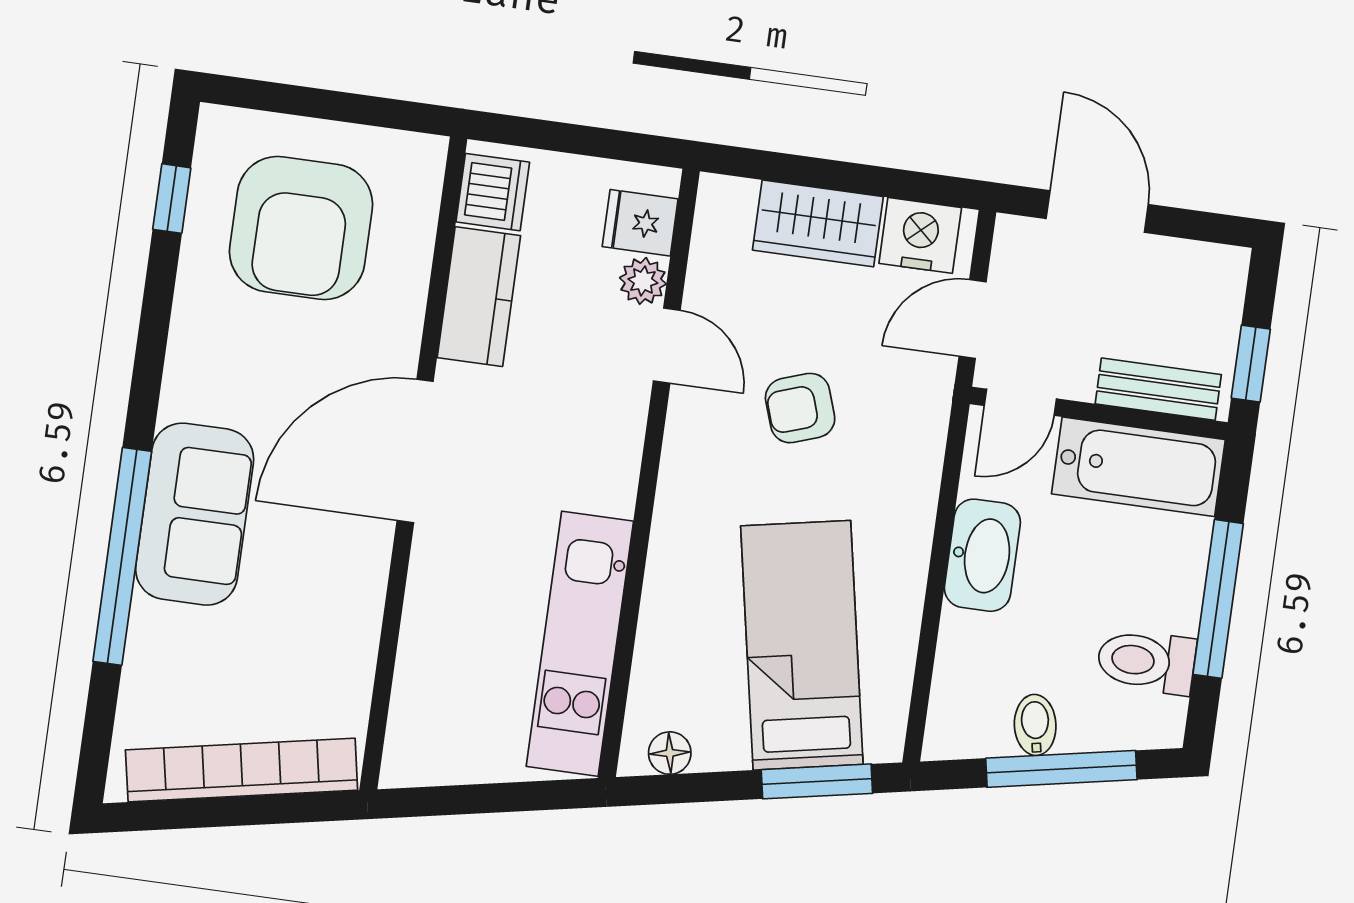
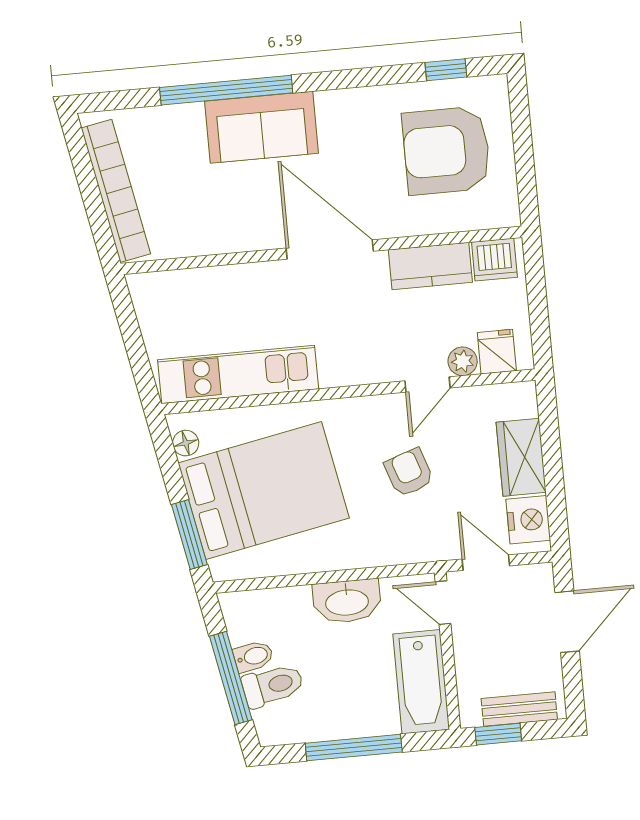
bench: (1158, 389) -> (519, 709), moved, turned 90
bed: (802, 645) -> (264, 490), width x1.50
toilet: (1146, 661) -> (273, 685), moved, turned 79

